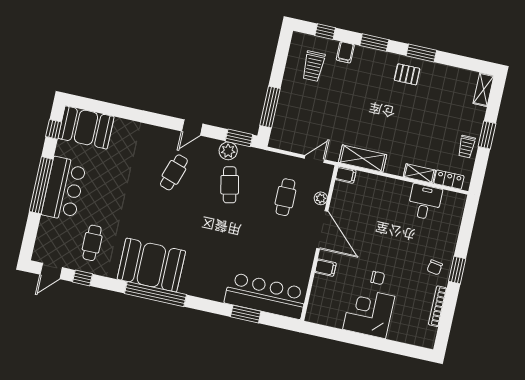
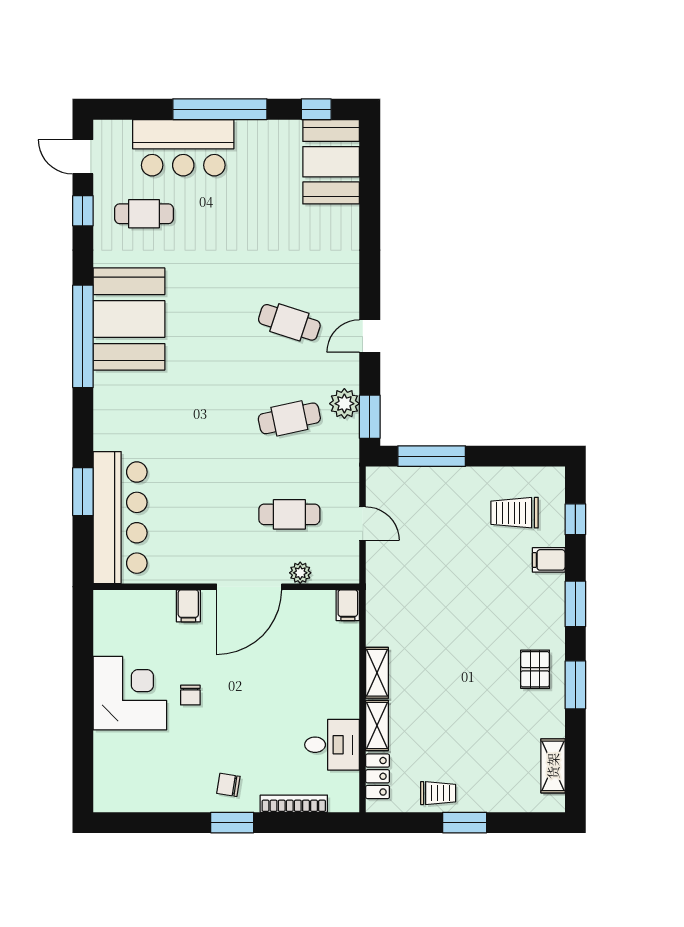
shelving: (483, 89) -> (553, 766), moved, turned 90
door: (192, 127) -> (370, 336), hinge flipped
trolley: (467, 147) -> (438, 793), turned 180
shelving: (363, 158) -> (377, 673), moved, width x0.67, depth x0.75
door: (315, 159) -> (363, 524), moved
bar counter: (64, 189) -> (183, 148), moved
bookcase: (438, 306) -> (294, 804), moved

